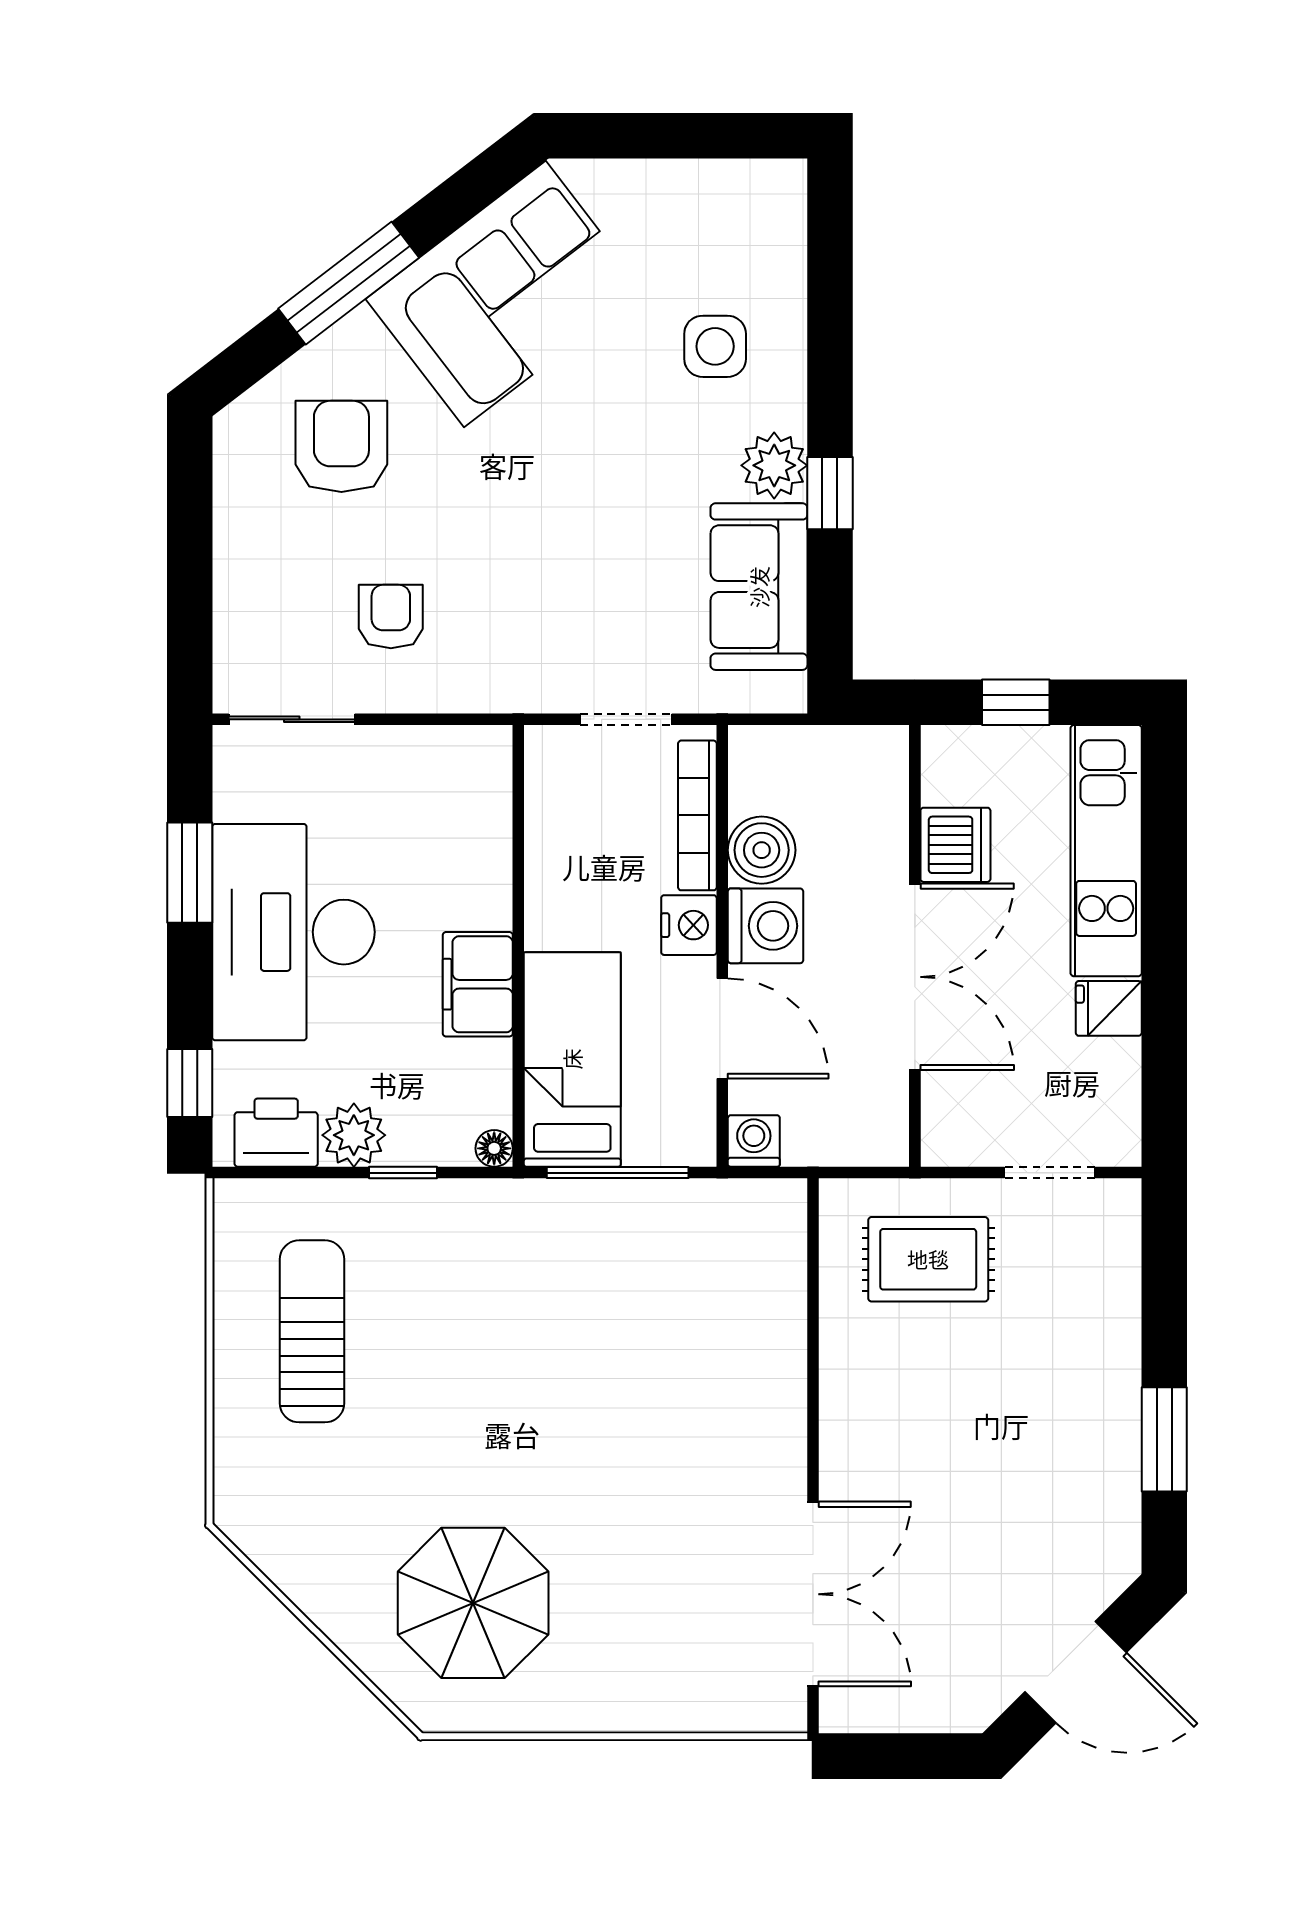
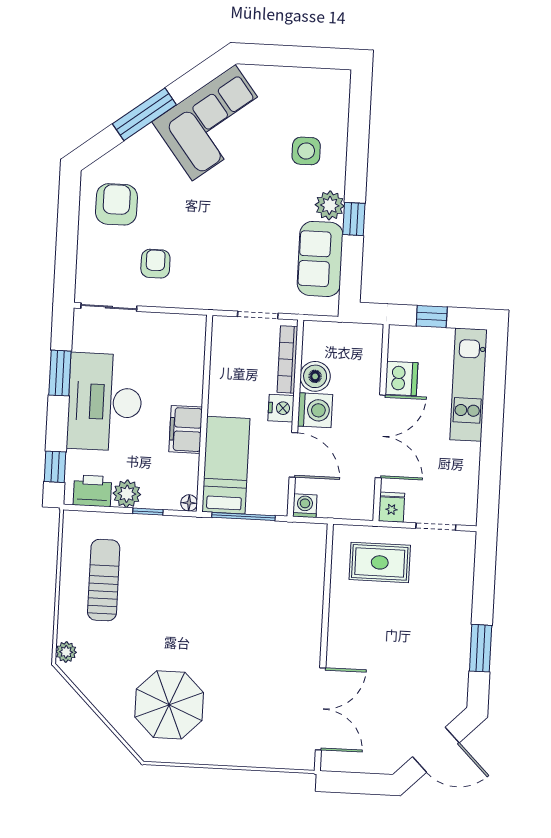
armchair: (341, 446) -> (116, 204), moved
fridge: (1109, 1008) -> (392, 507), moved, turned 90
plant: (236, 1497) -> (66, 652), added

